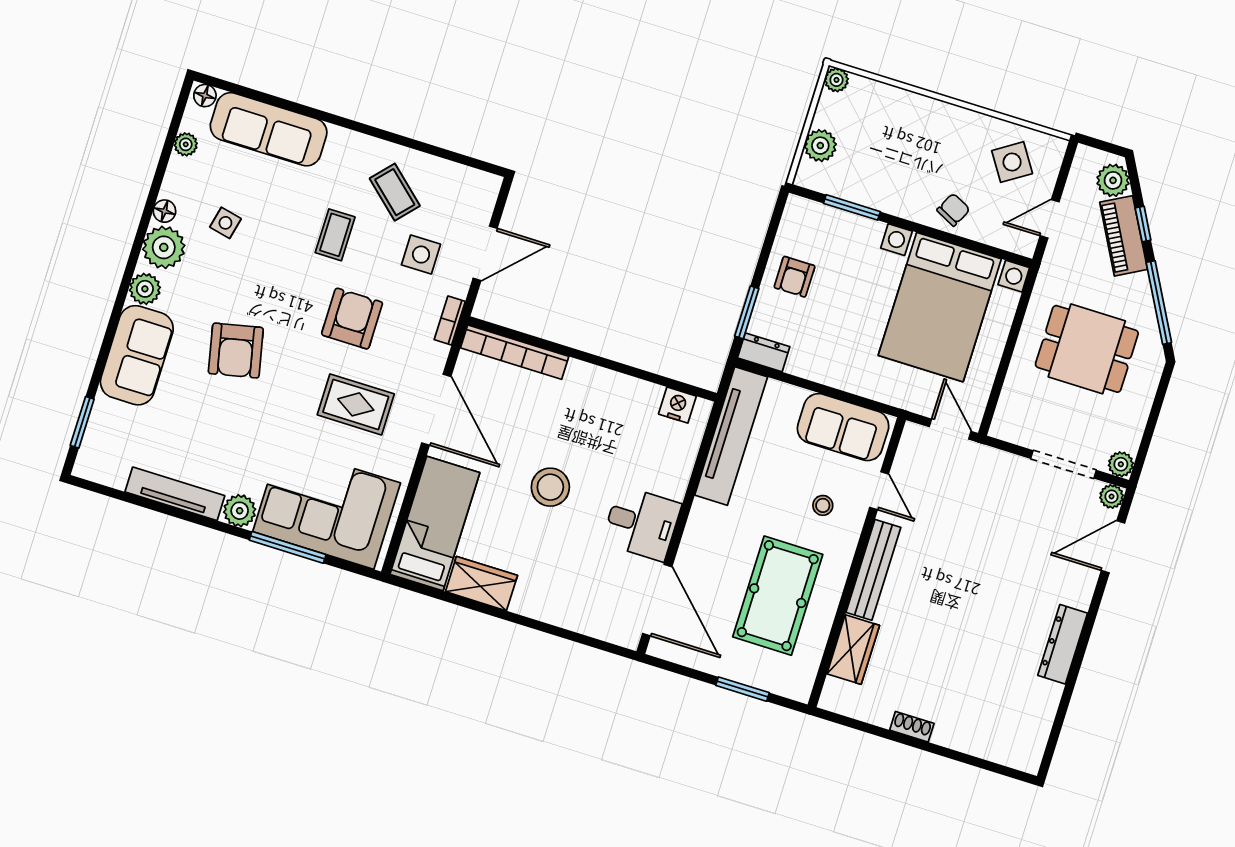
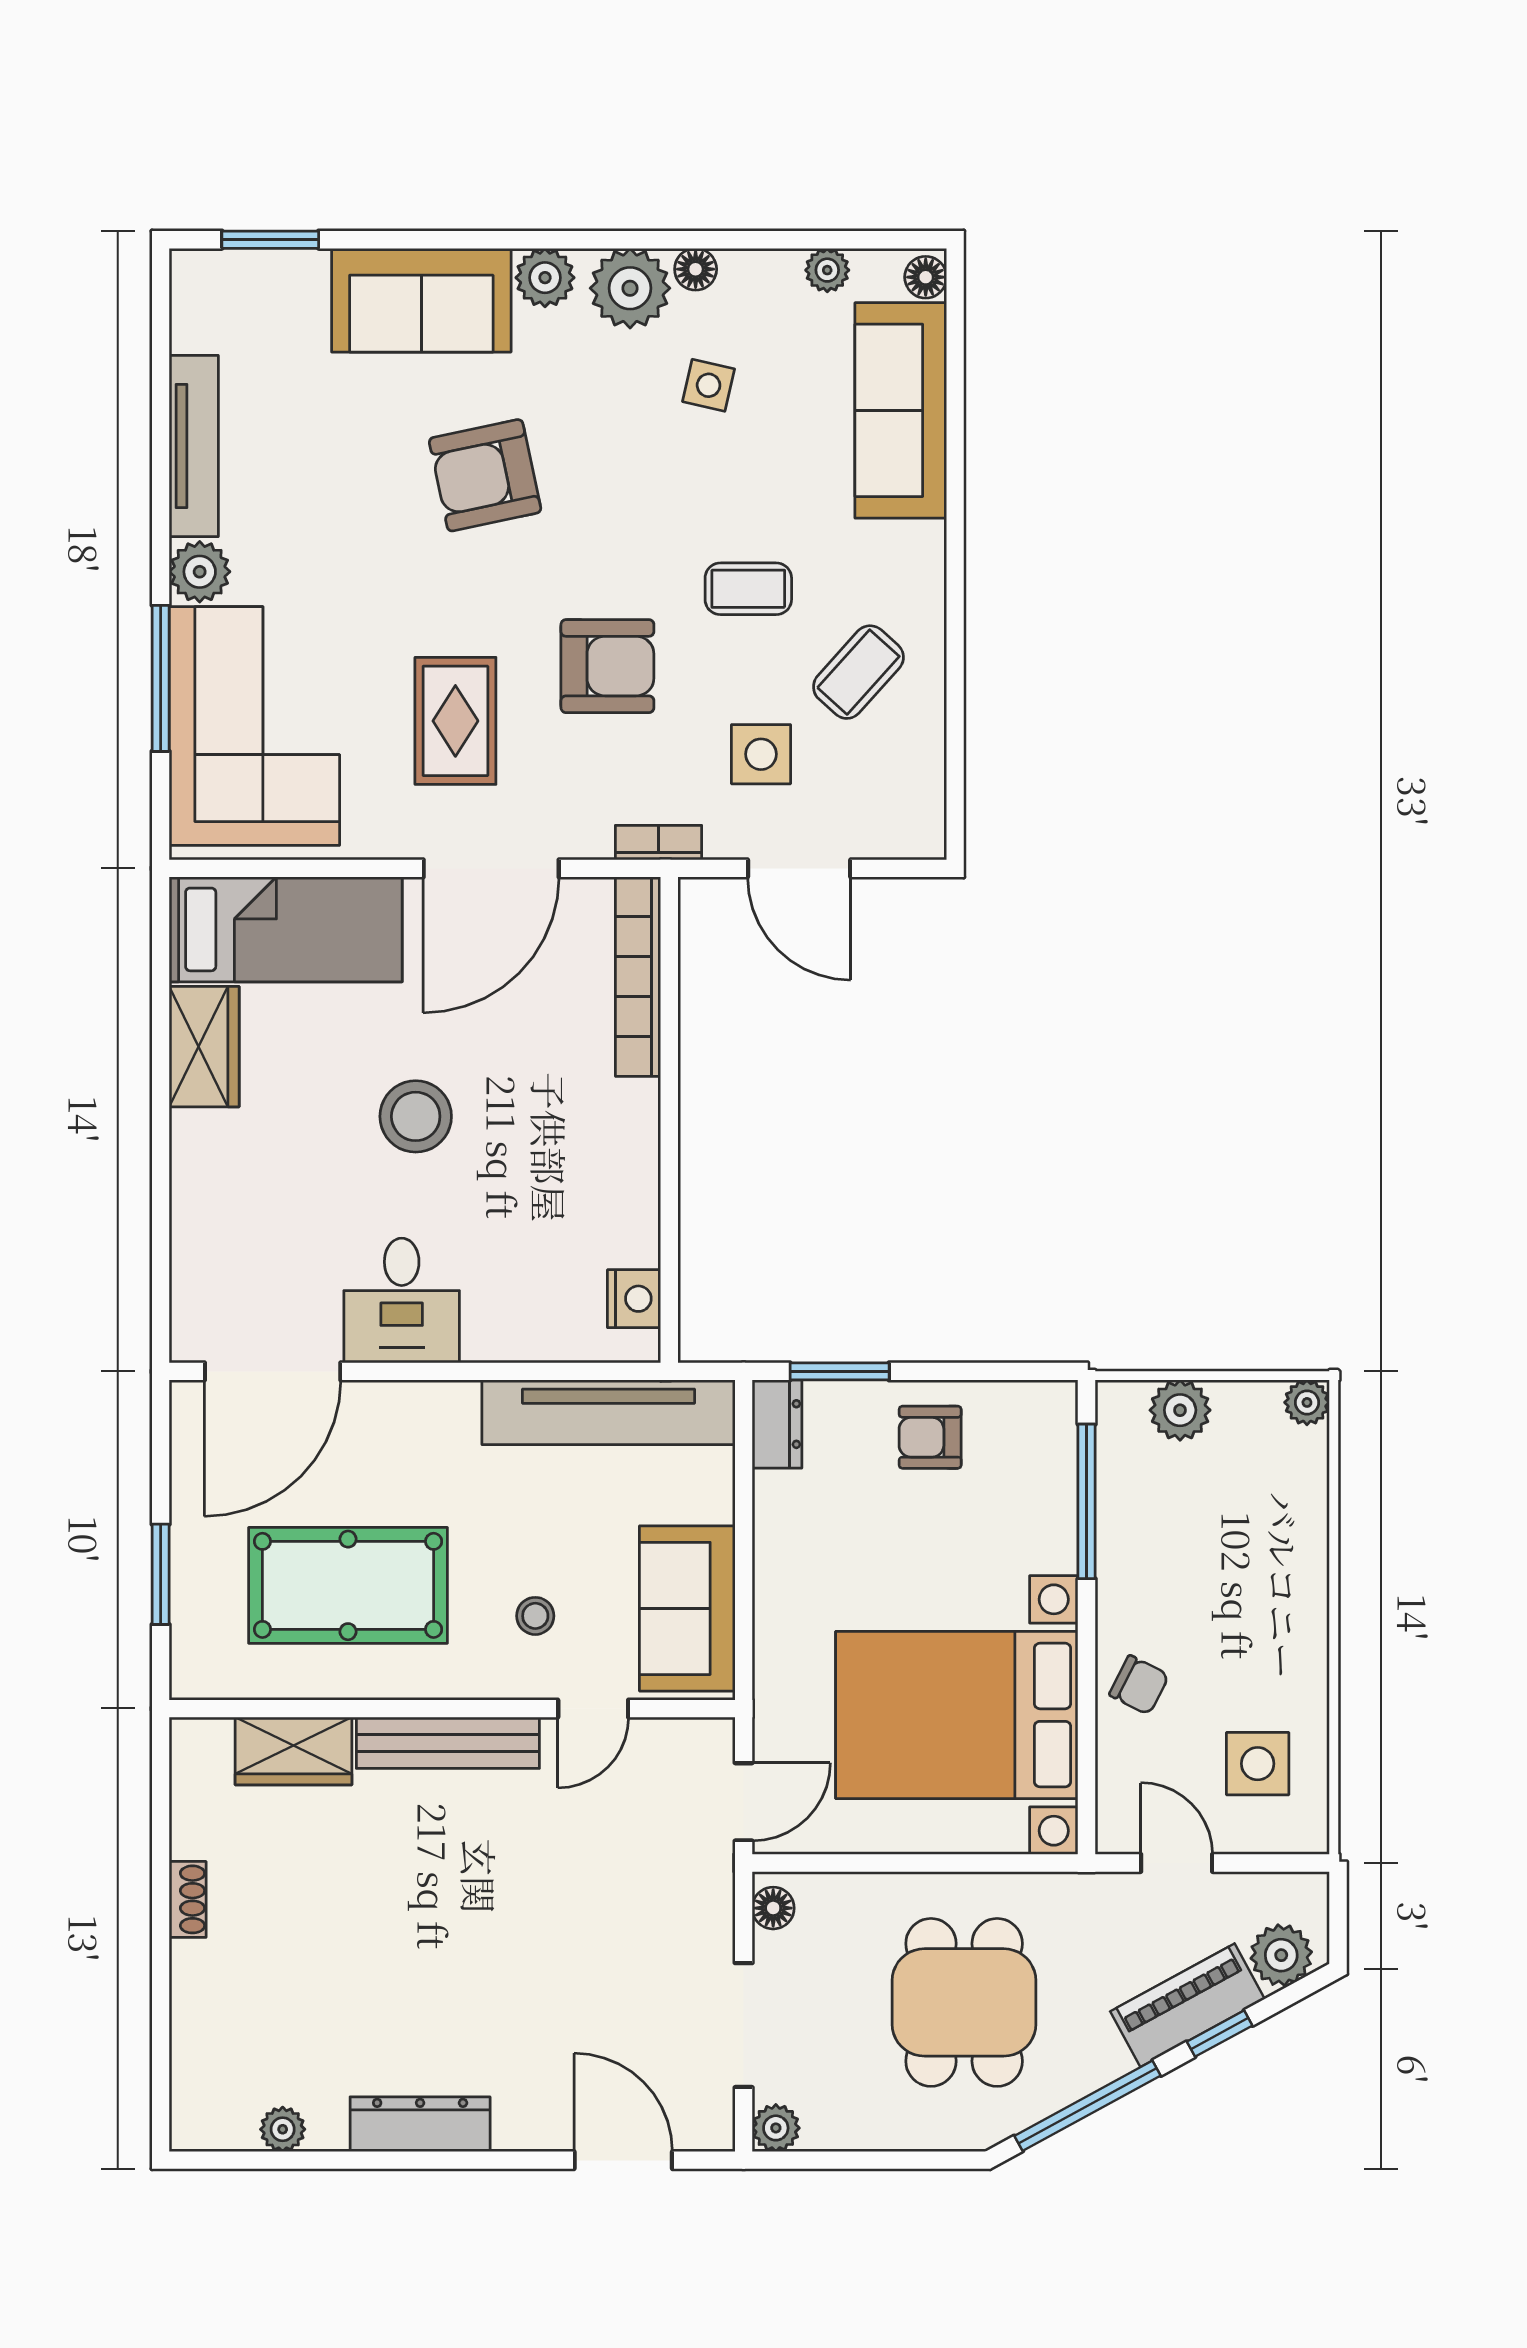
side table: (1012, 162) -> (1258, 1764), turned 33
window: (852, 207) -> (1087, 1501), width x1.44
floor lamp: (1009, 431) -> (773, 1908), added
plant: (1112, 496) -> (283, 2129), moved

